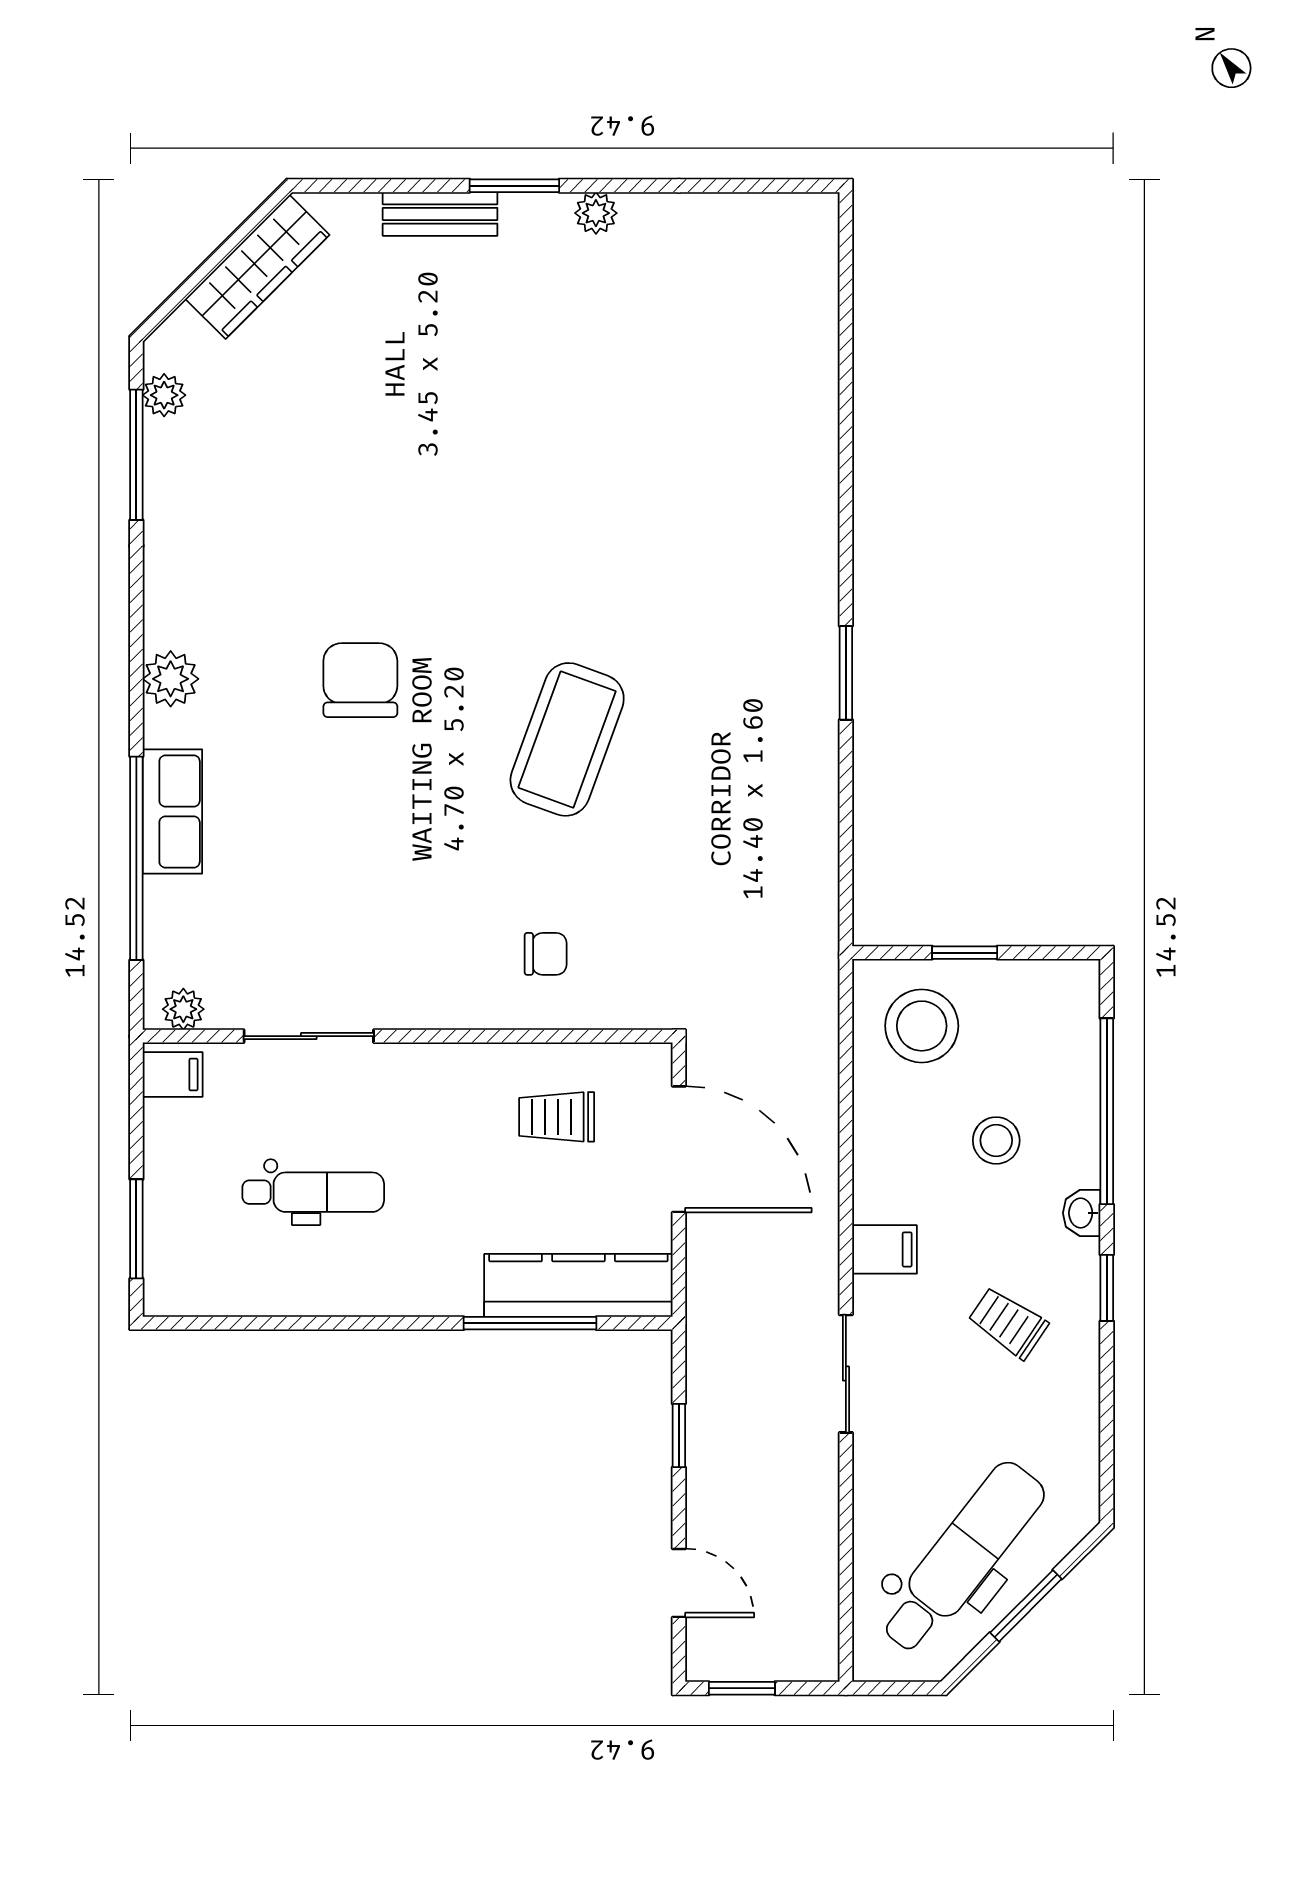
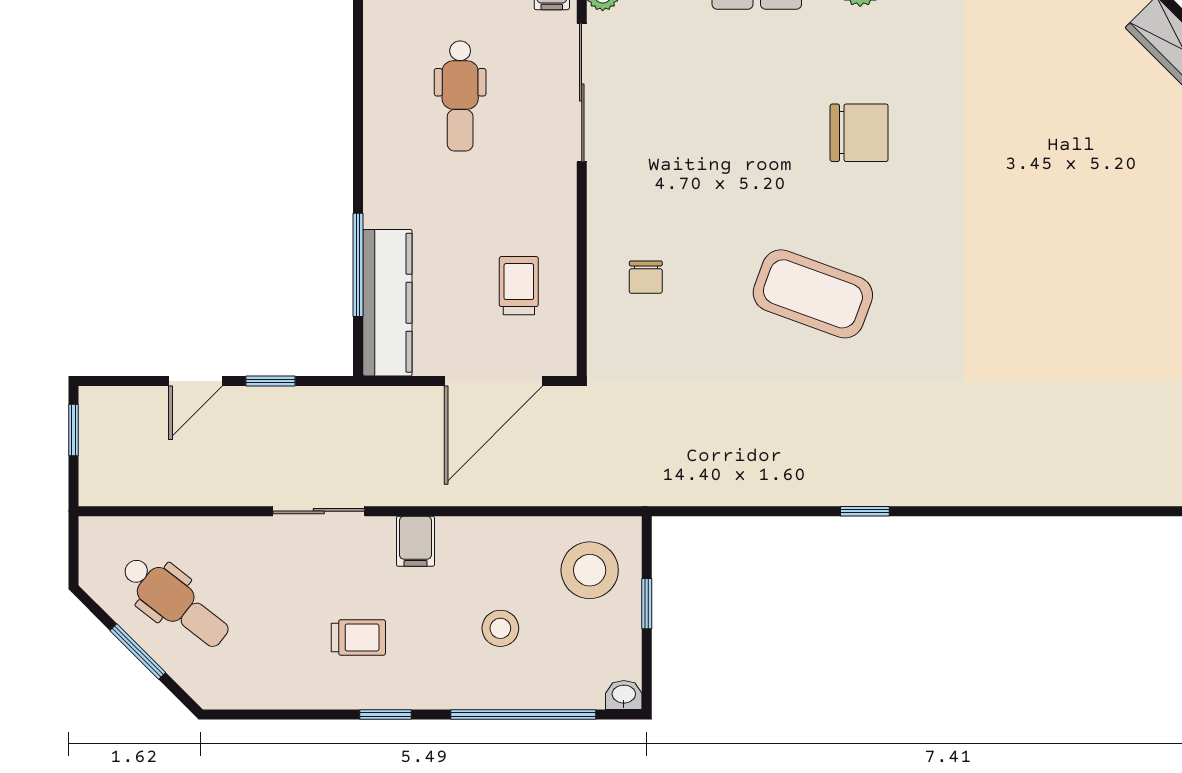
window: (846, 673) -> (865, 511), width x0.67
sliding door: (309, 1036) -> (582, 93), width x1.37
washbasin: (1082, 1213) -> (624, 695), moved
trolley: (1008, 1323) -> (358, 637), turned 56
dental chair: (962, 1558) -> (175, 602), width x0.73, depth x0.72
door: (679, 1583) -> (196, 381), moved

